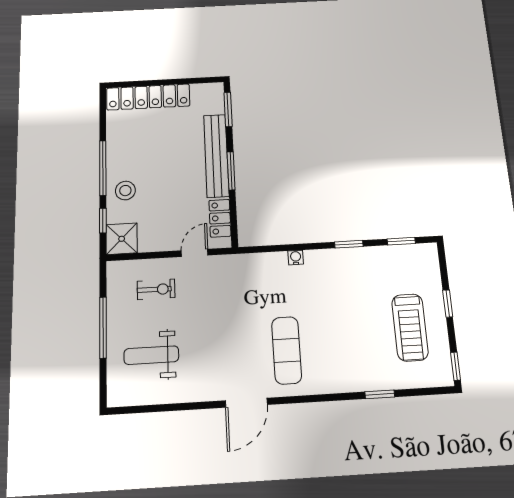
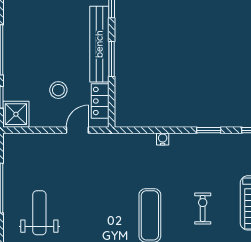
stool: (125, 191) -> (58, 90), moved
exercise bike: (156, 289) -> (203, 208), moved, turned -90
weight bench: (151, 355) -> (39, 213), turned 90

